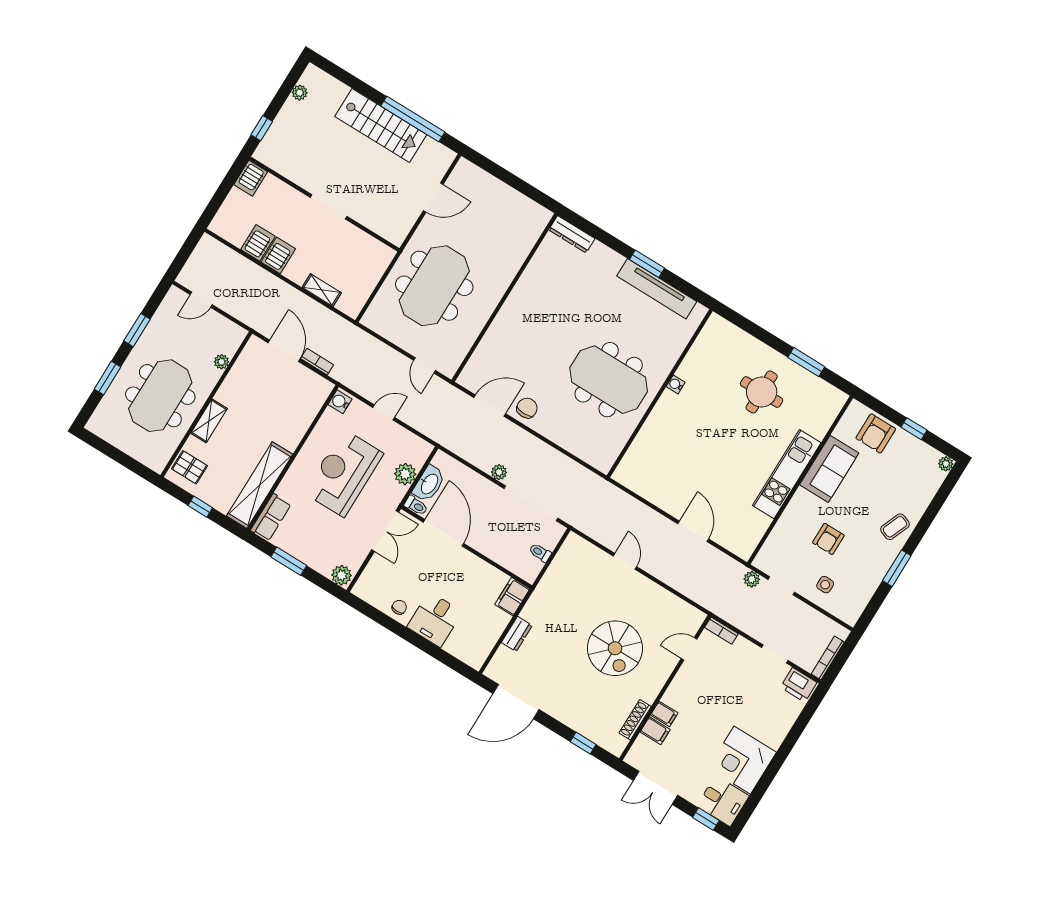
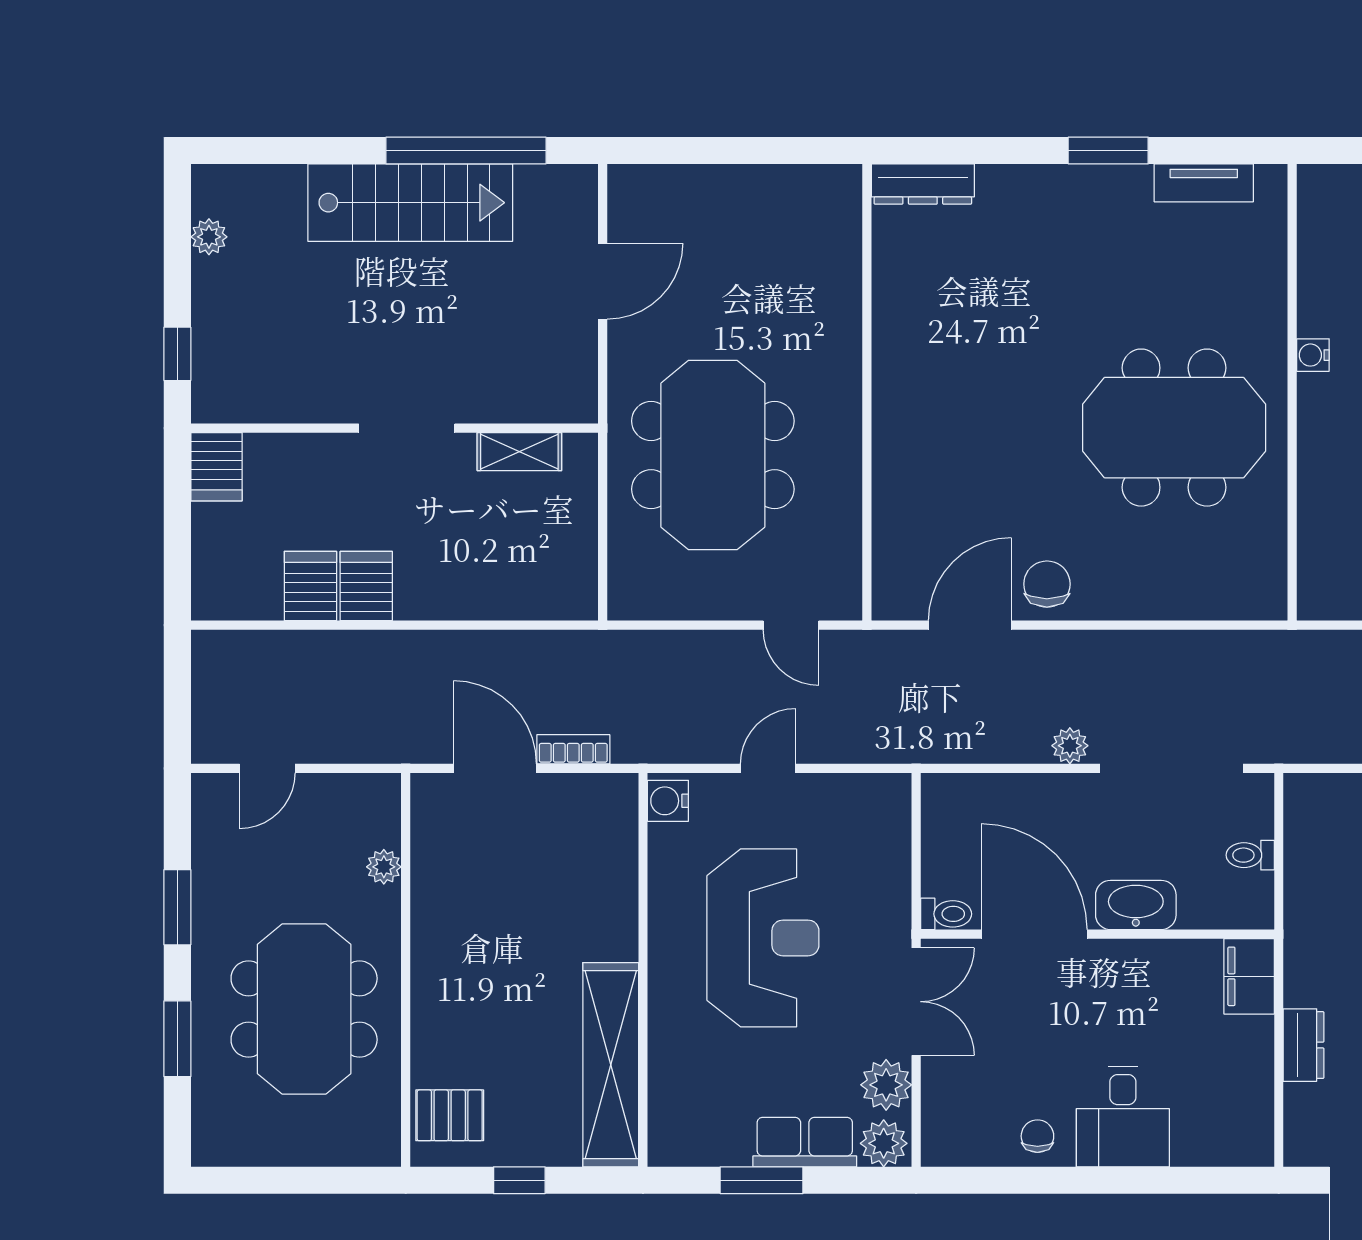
tv unit: (657, 289) -> (1204, 183), width x0.52, depth x0.78
shelving: (322, 290) -> (519, 452), moved
shelving: (209, 421) -> (431, 999), removed
reception desk: (344, 473) -> (763, 938), turned 180
plant: (405, 474) -> (886, 1085), moved
washbasin: (429, 484) -> (1136, 905), moved, turned -90
row of seats: (271, 517) -> (805, 1142), moved, turned -90

